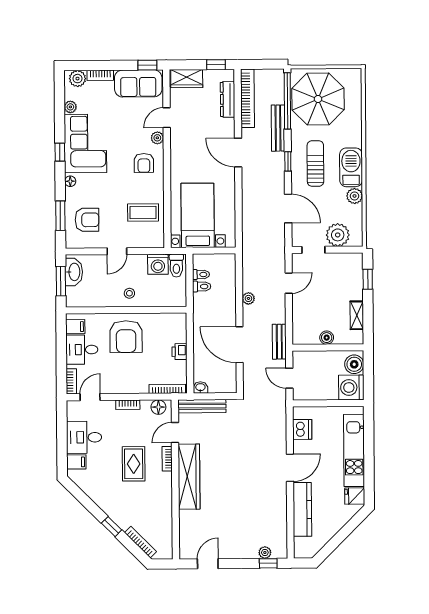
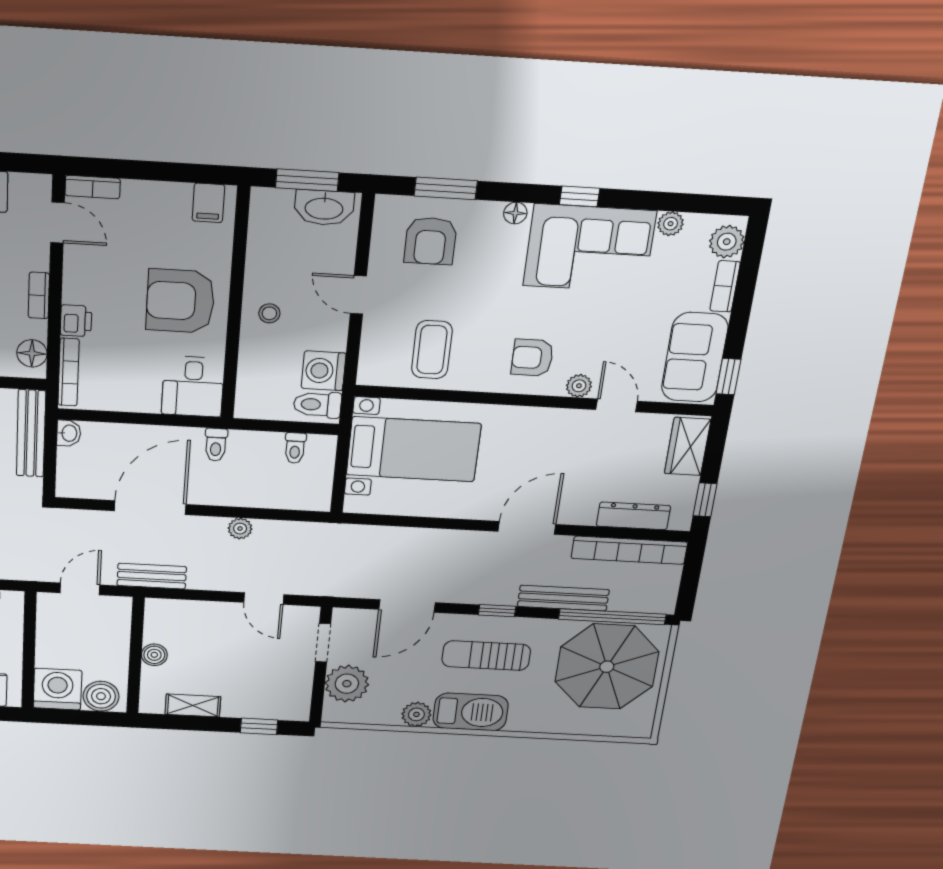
sun lounger: (315, 163) -> (486, 656), turned 180
toilet: (202, 286) -> (216, 445), moved
desk: (82, 350) -> (193, 387), moved, turned 180
printer: (180, 352) -> (76, 321), moved, turned 90

